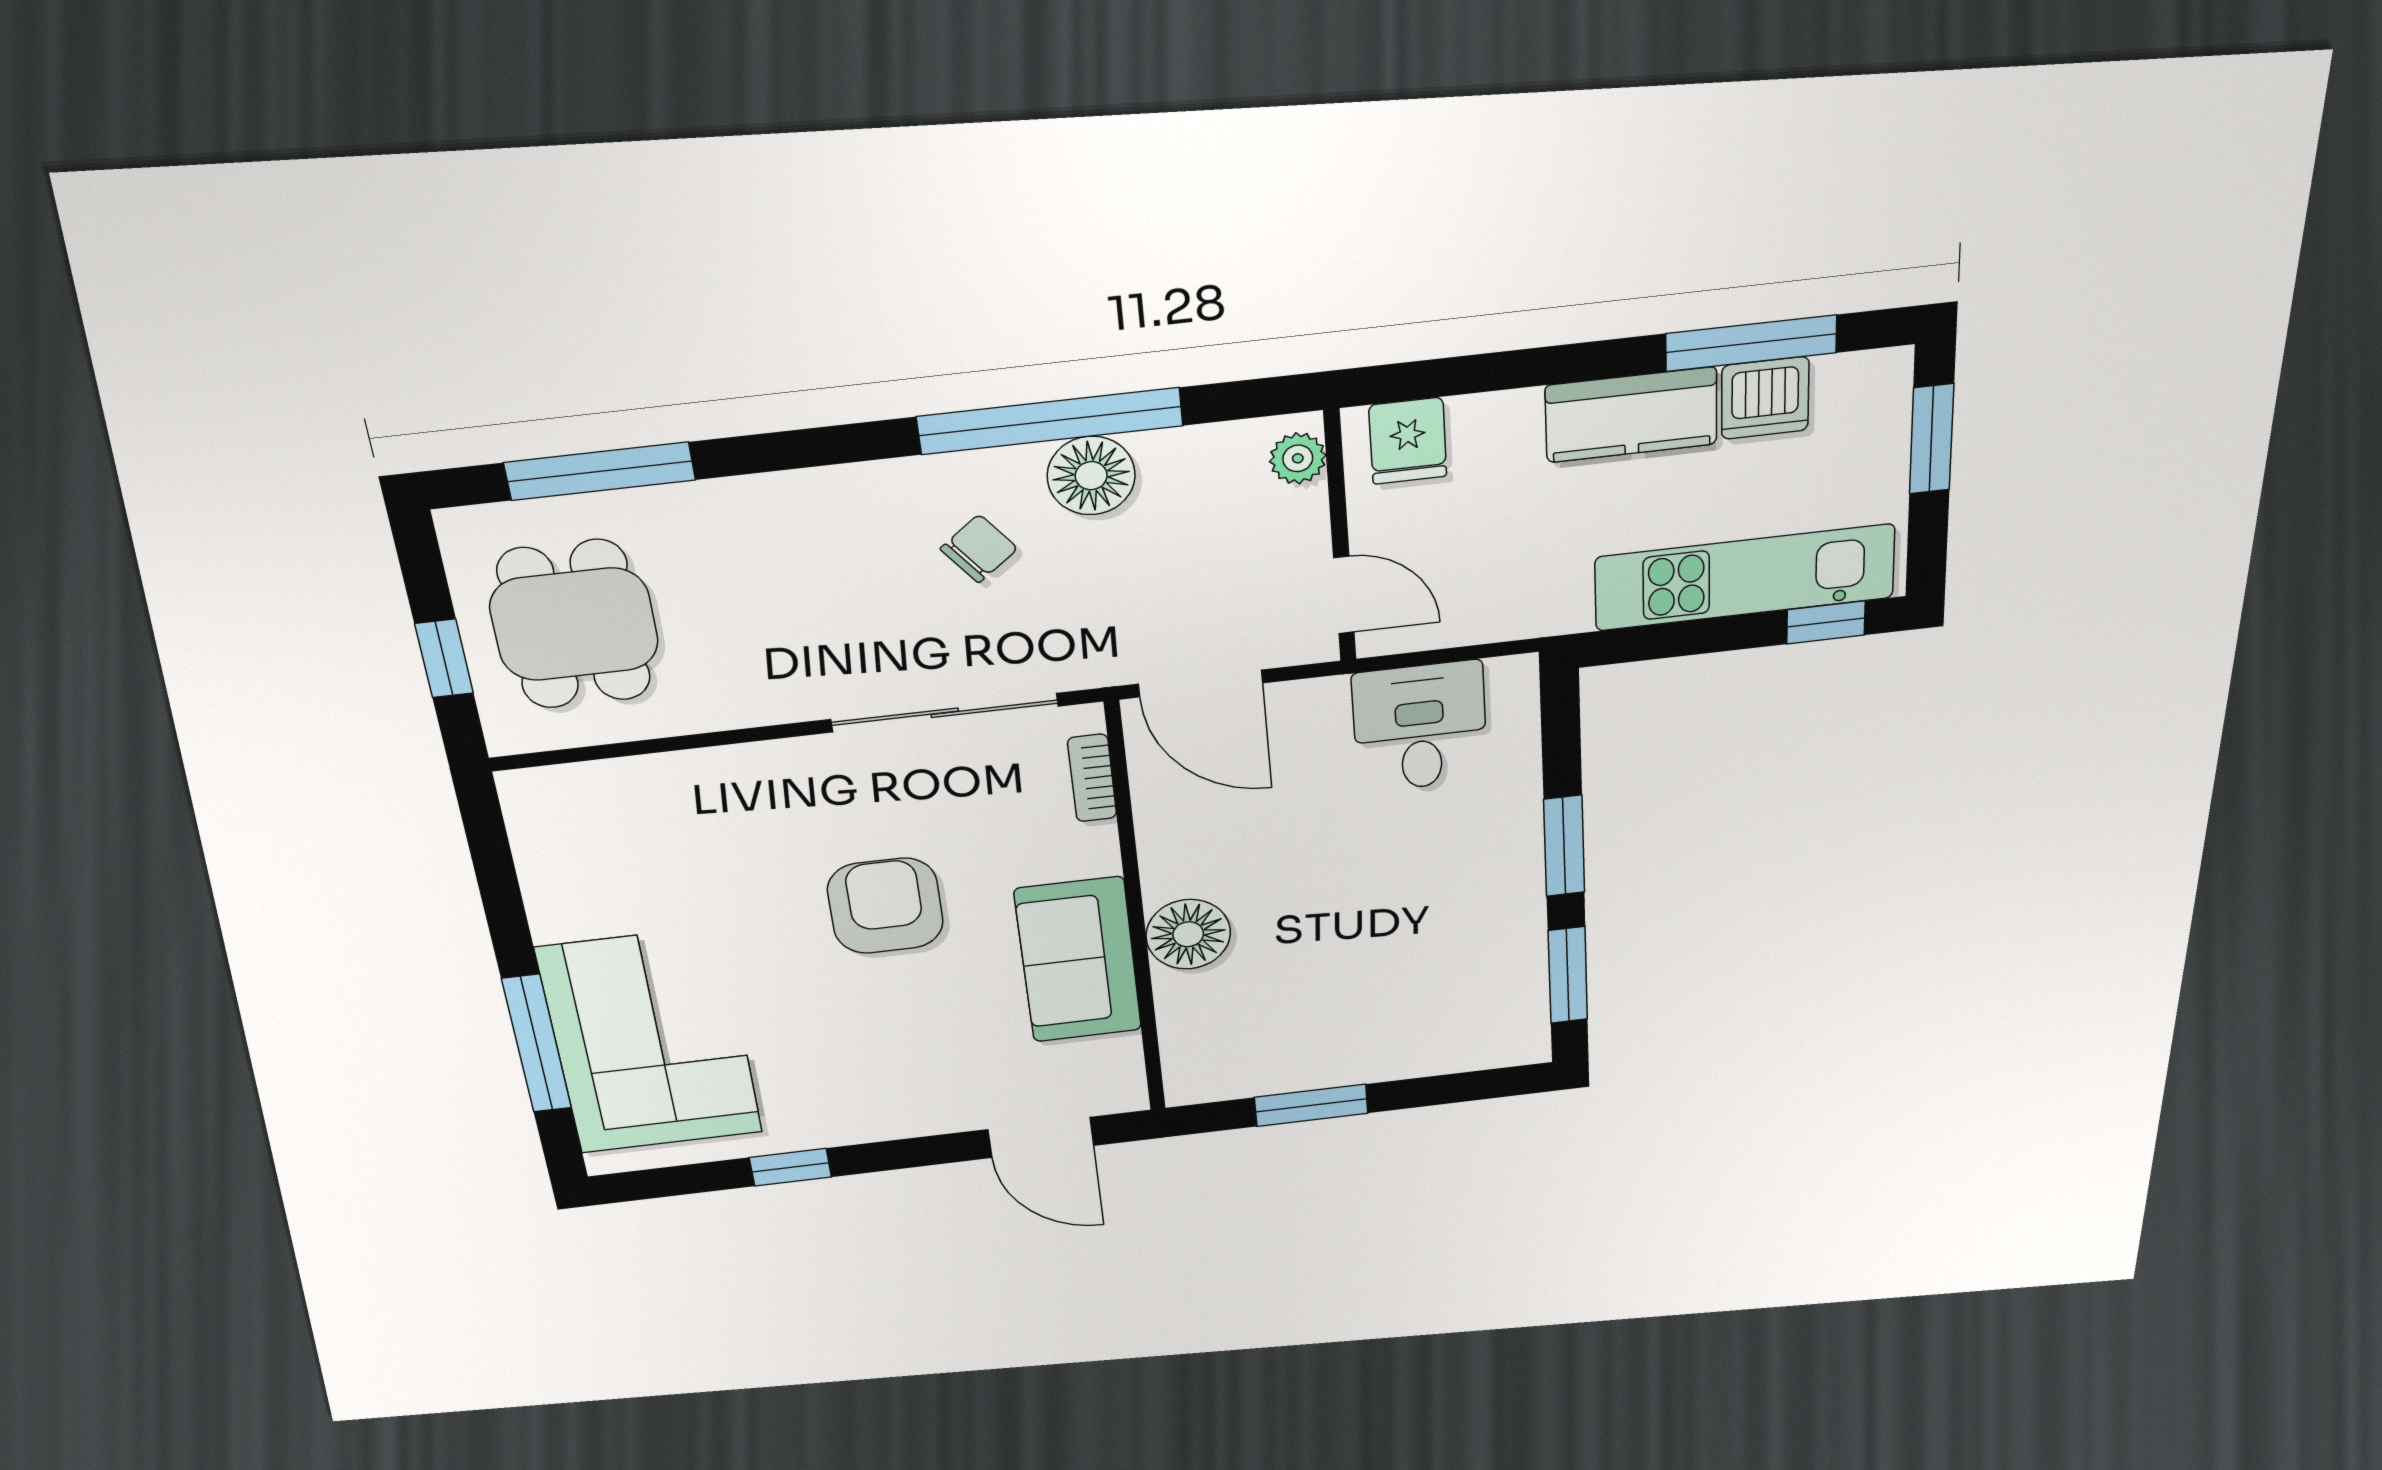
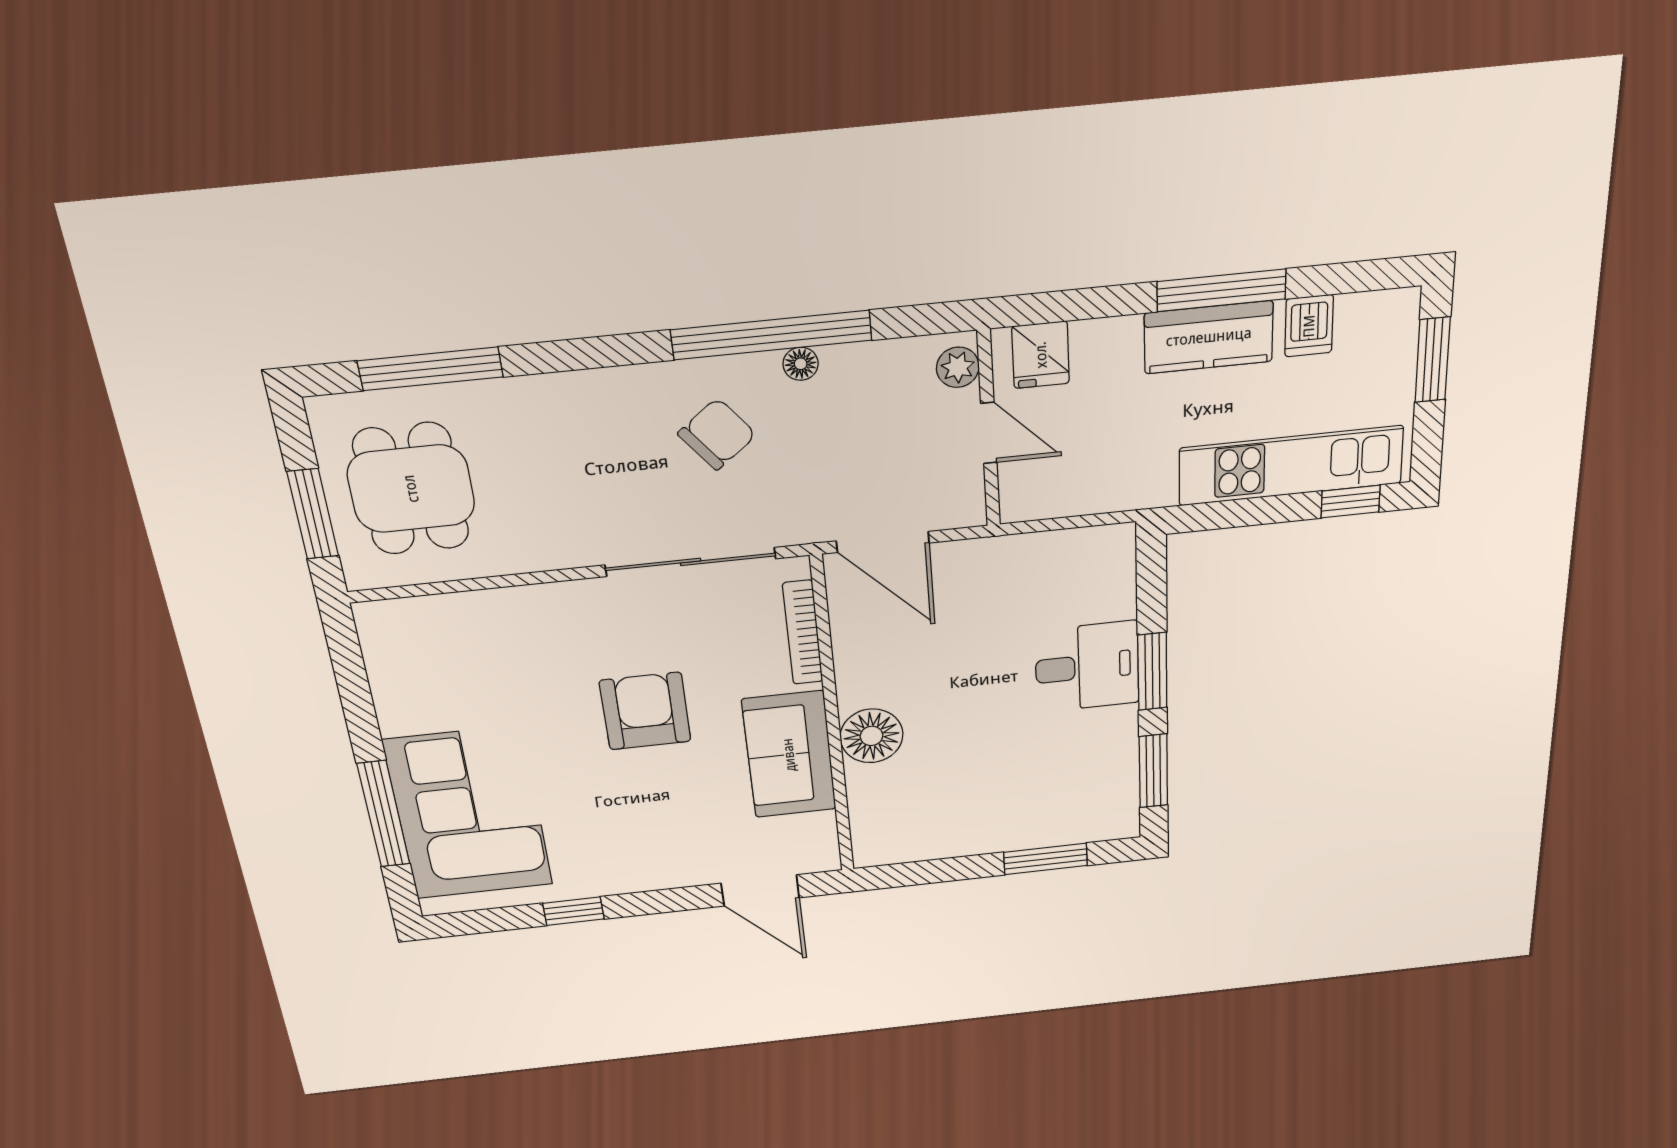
window: (1751, 343) -> (1222, 290), moved
dishwasher: (1765, 398) -> (1309, 326), width x0.73
floor lamp: (1091, 476) -> (801, 364), width x0.53, depth x0.53
chair: (979, 549) -> (717, 434), width x1.37, depth x1.37
door: (1344, 595) -> (989, 433), moved
window: (444, 658) -> (313, 514), width x1.50
desk: (1420, 727) -> (1087, 667), moved, turned 90
bookcase: (1092, 778) -> (803, 632), width x1.56
window: (1311, 1105) -> (1045, 859), moved

